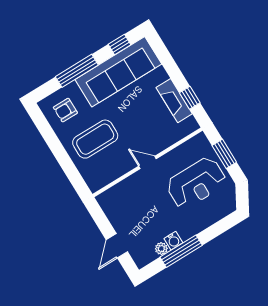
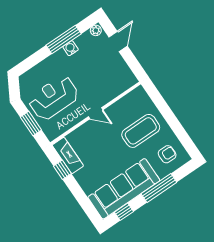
fireplace: (174, 101) -> (68, 155), moved
plant: (161, 249) -> (96, 30), moved

